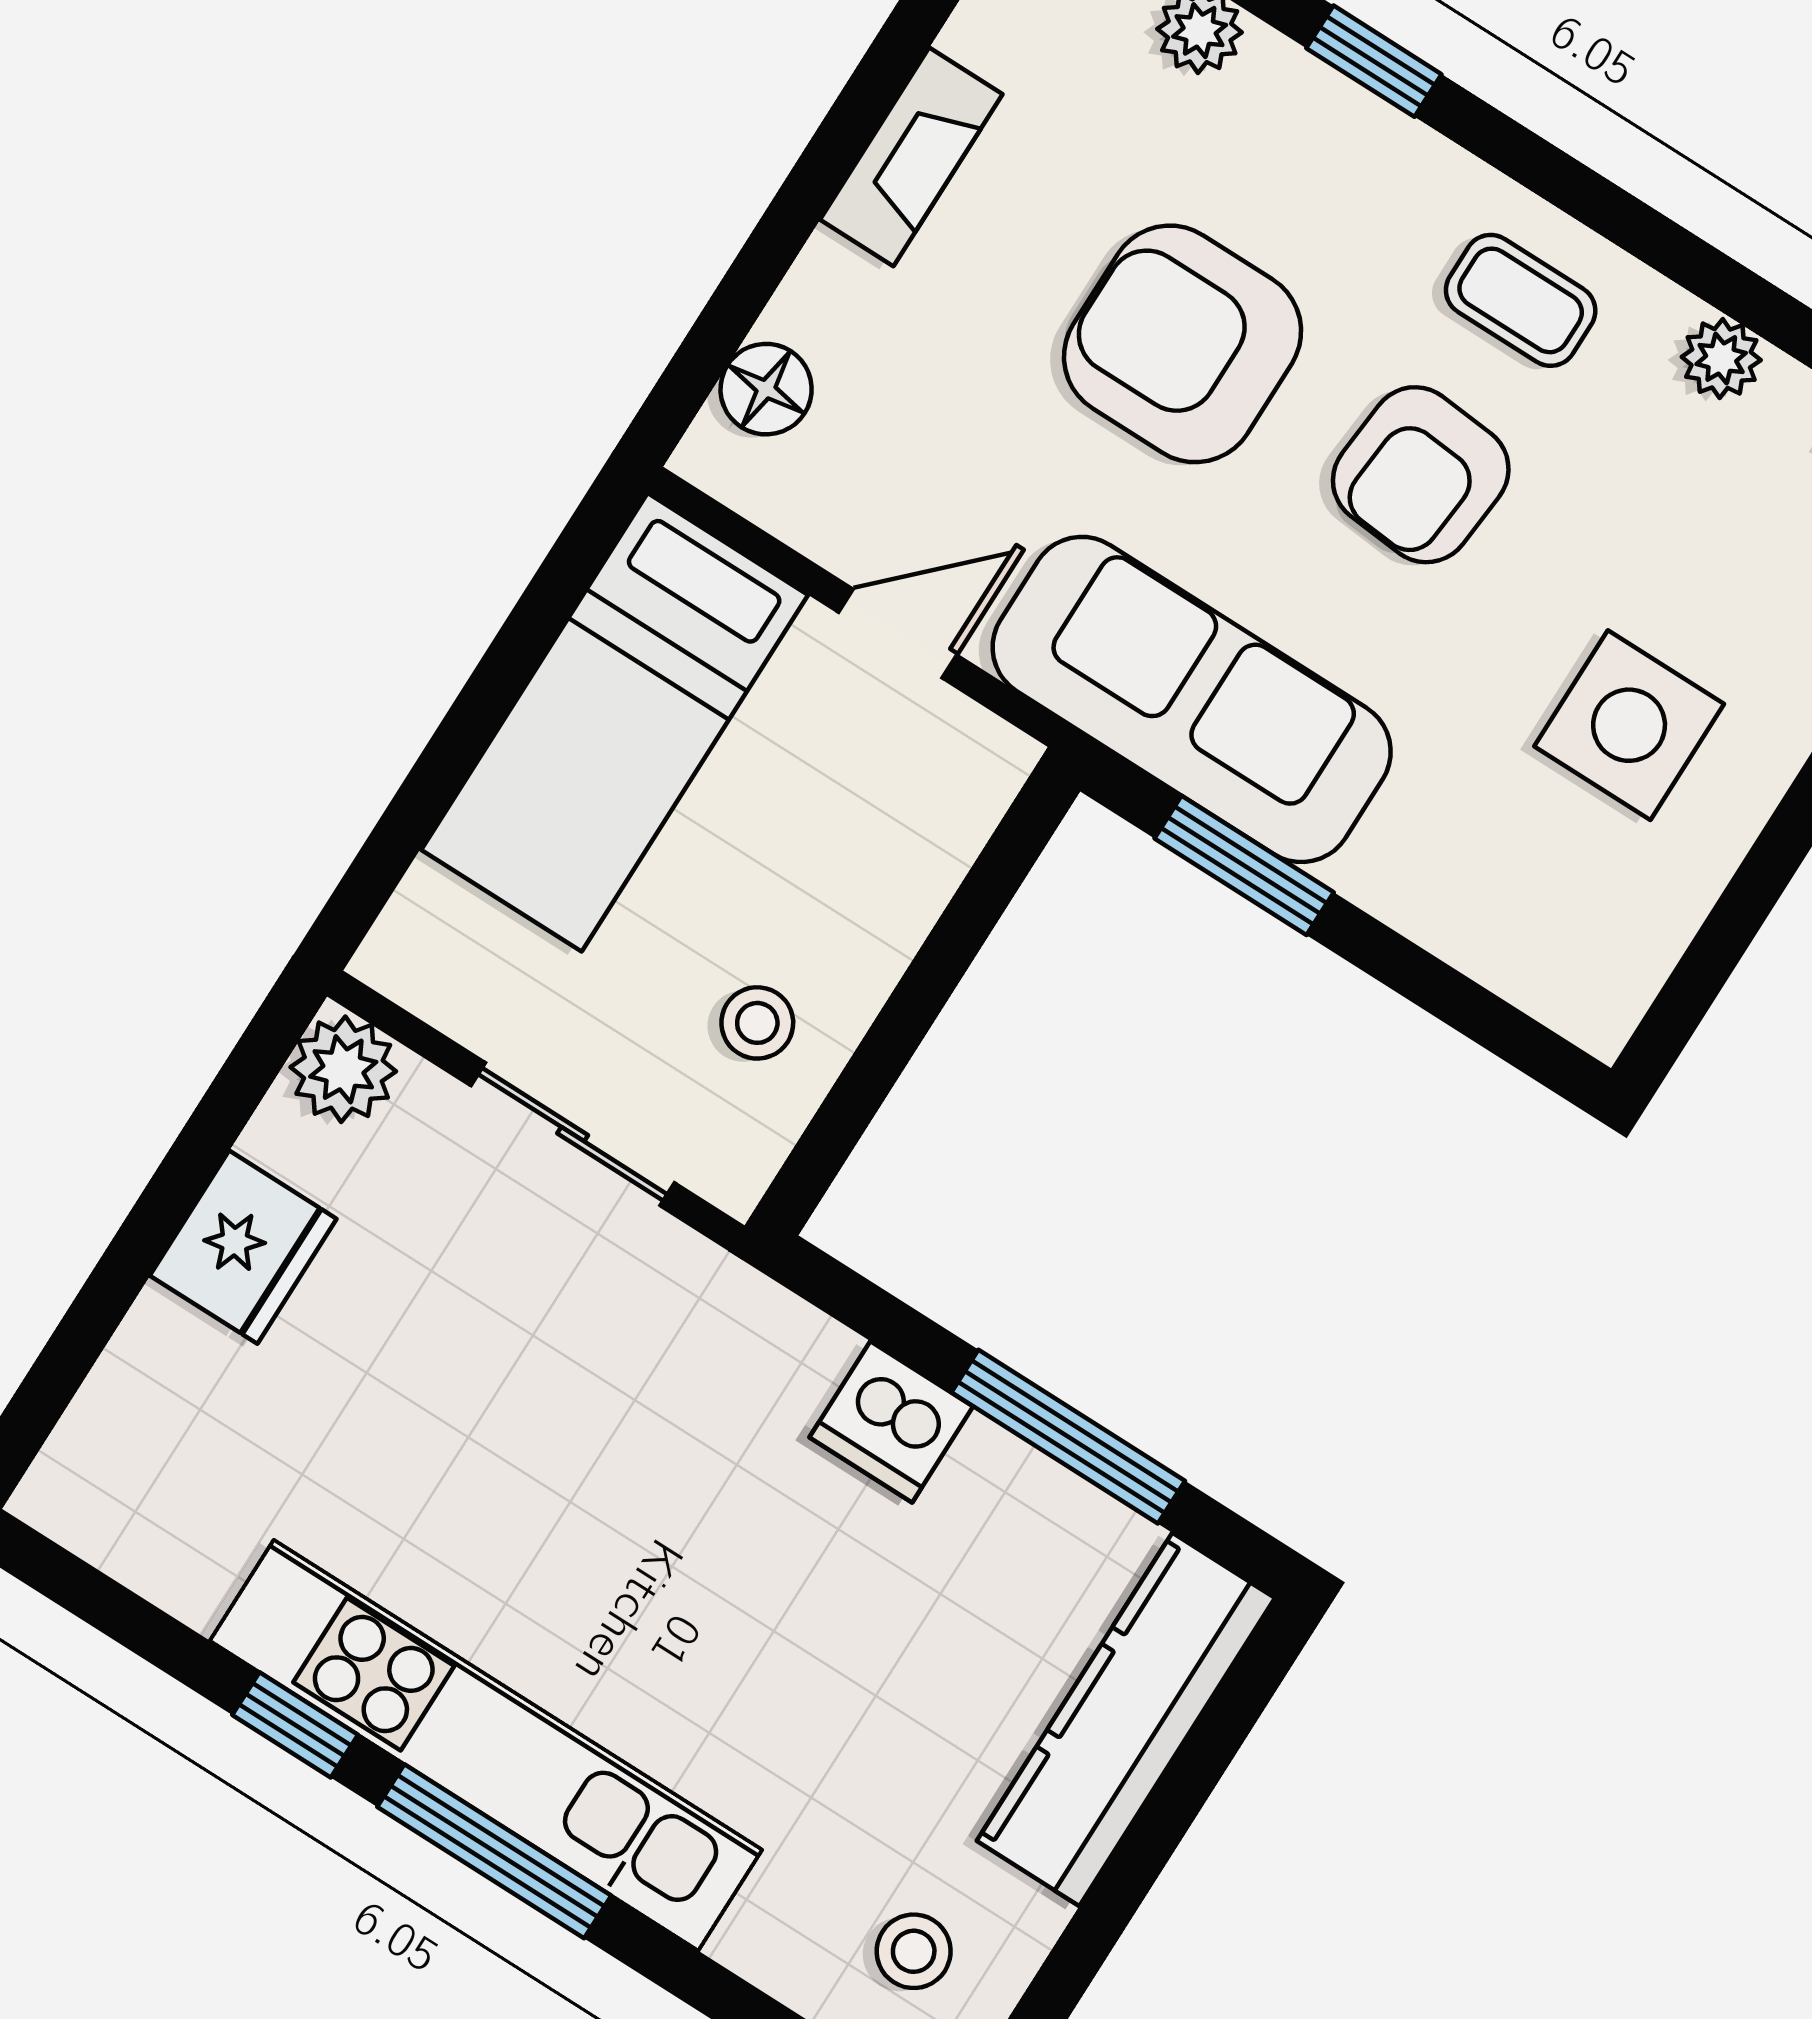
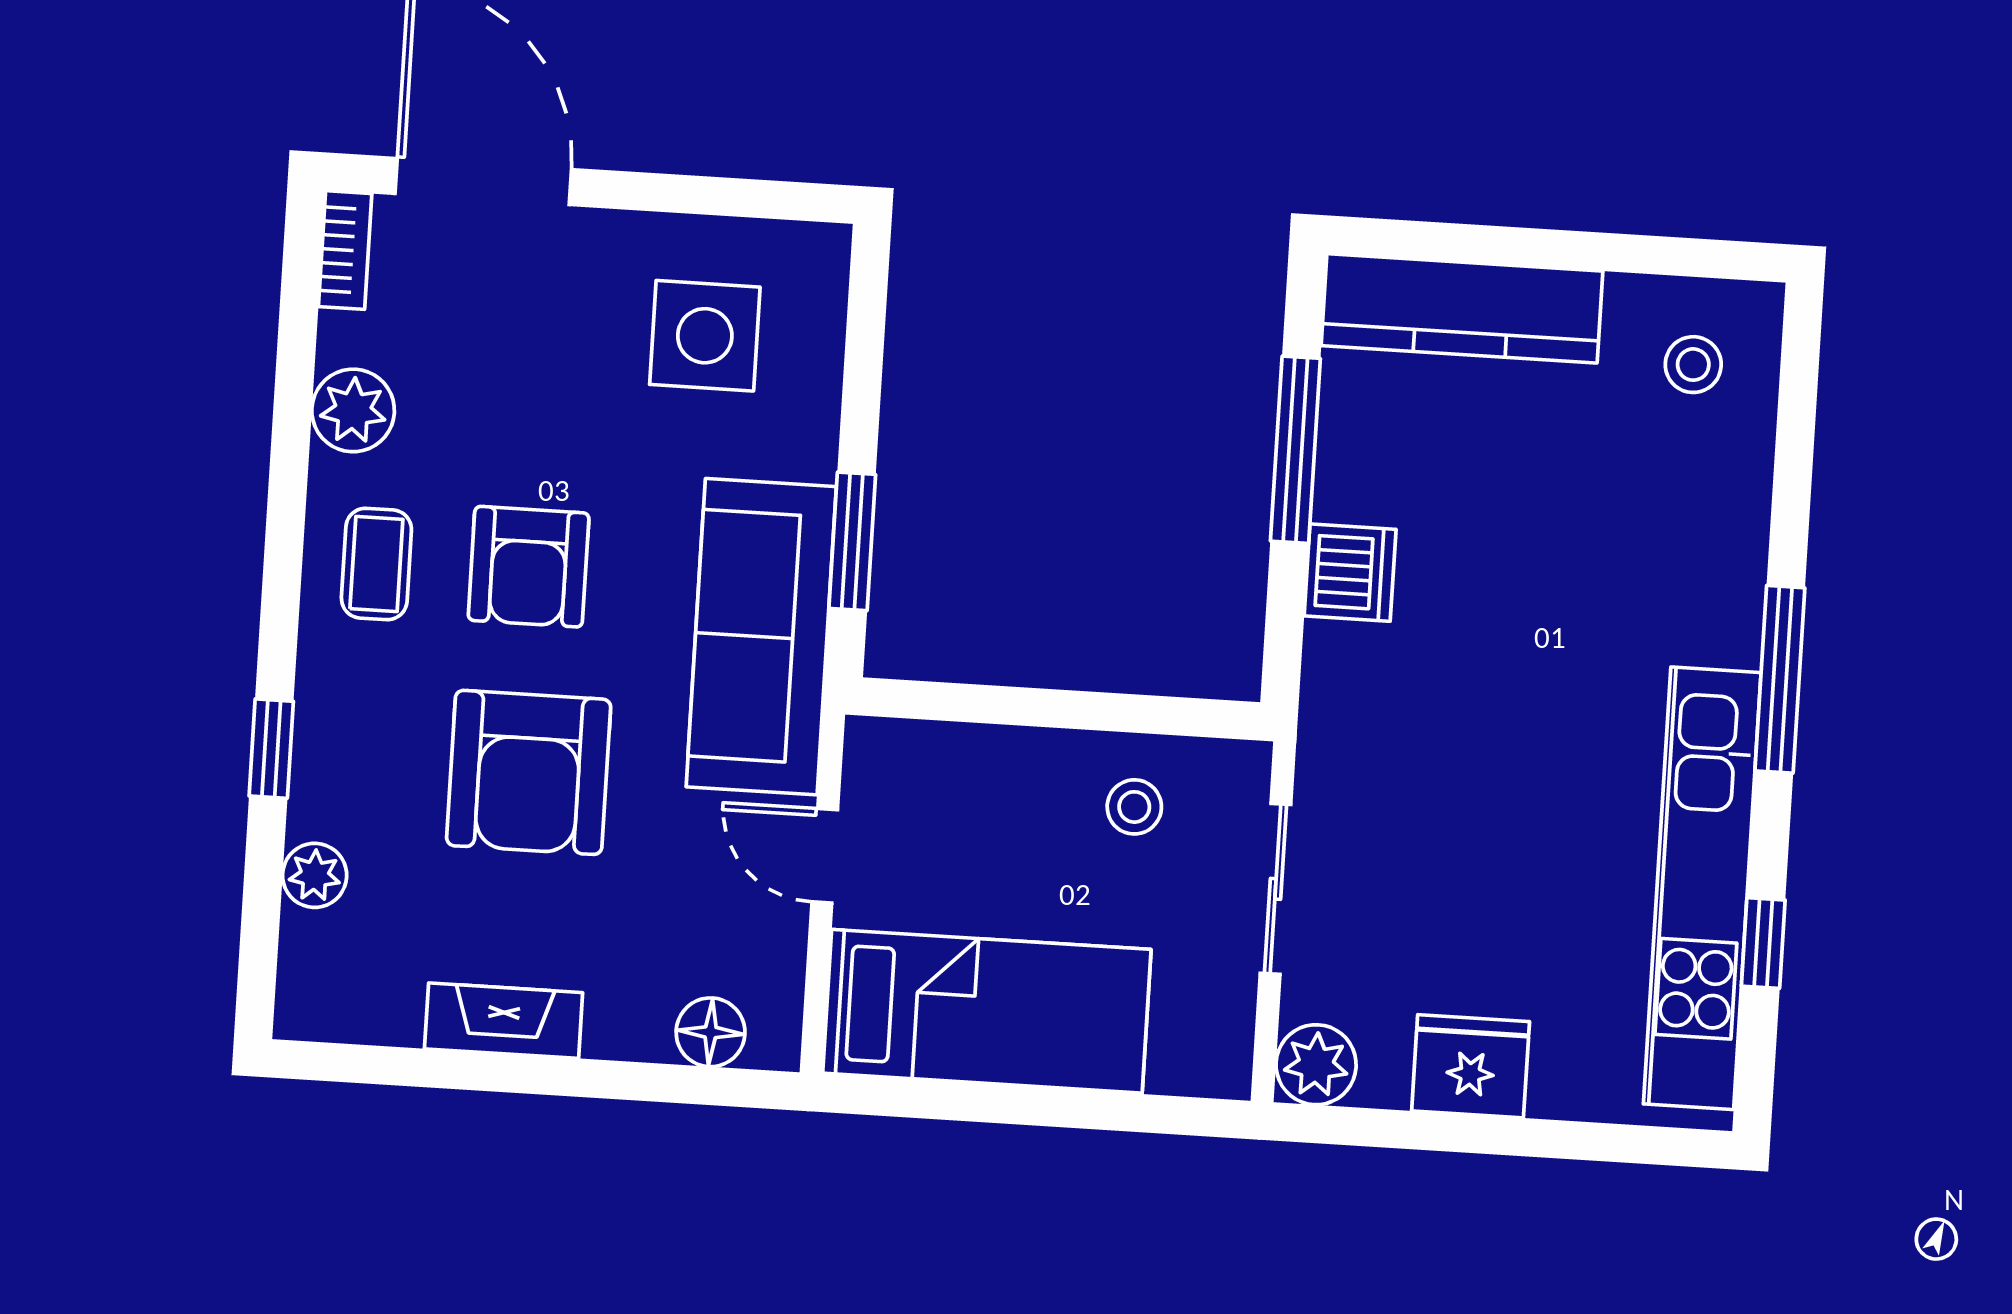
plant: (1721, 358) -> (353, 410), width x1.38, depth x1.38
armchair: (1421, 475) -> (529, 567), turned 85
side table: (1629, 725) -> (705, 336), moved
window: (295, 1725) -> (1763, 943), moved
kitchen unit: (486, 1745) -> (1702, 888), moved

